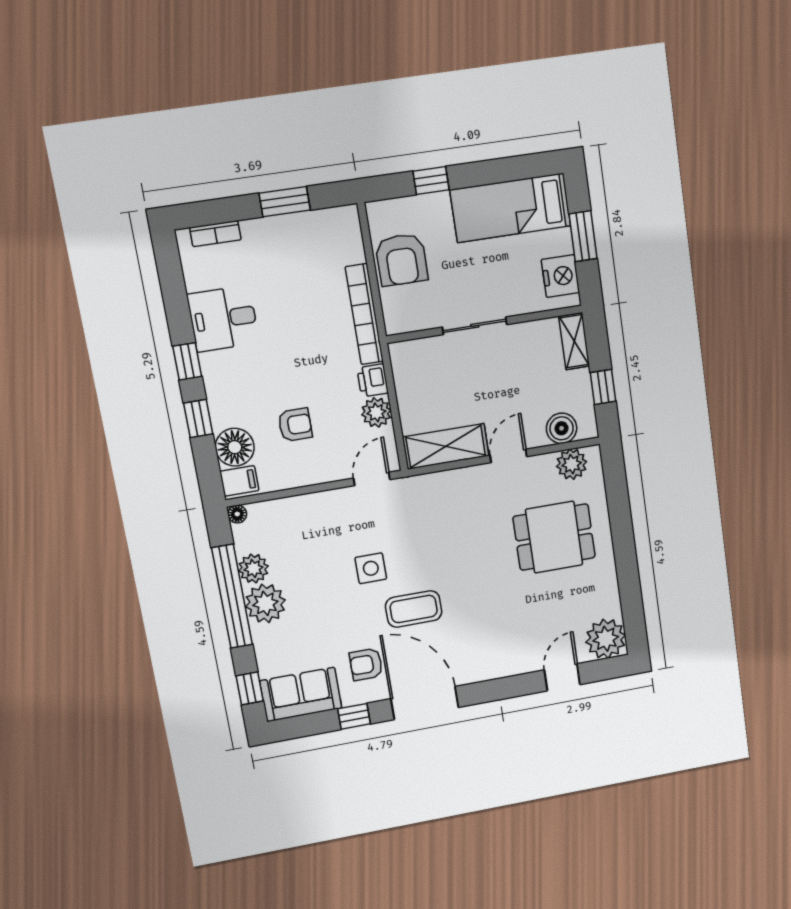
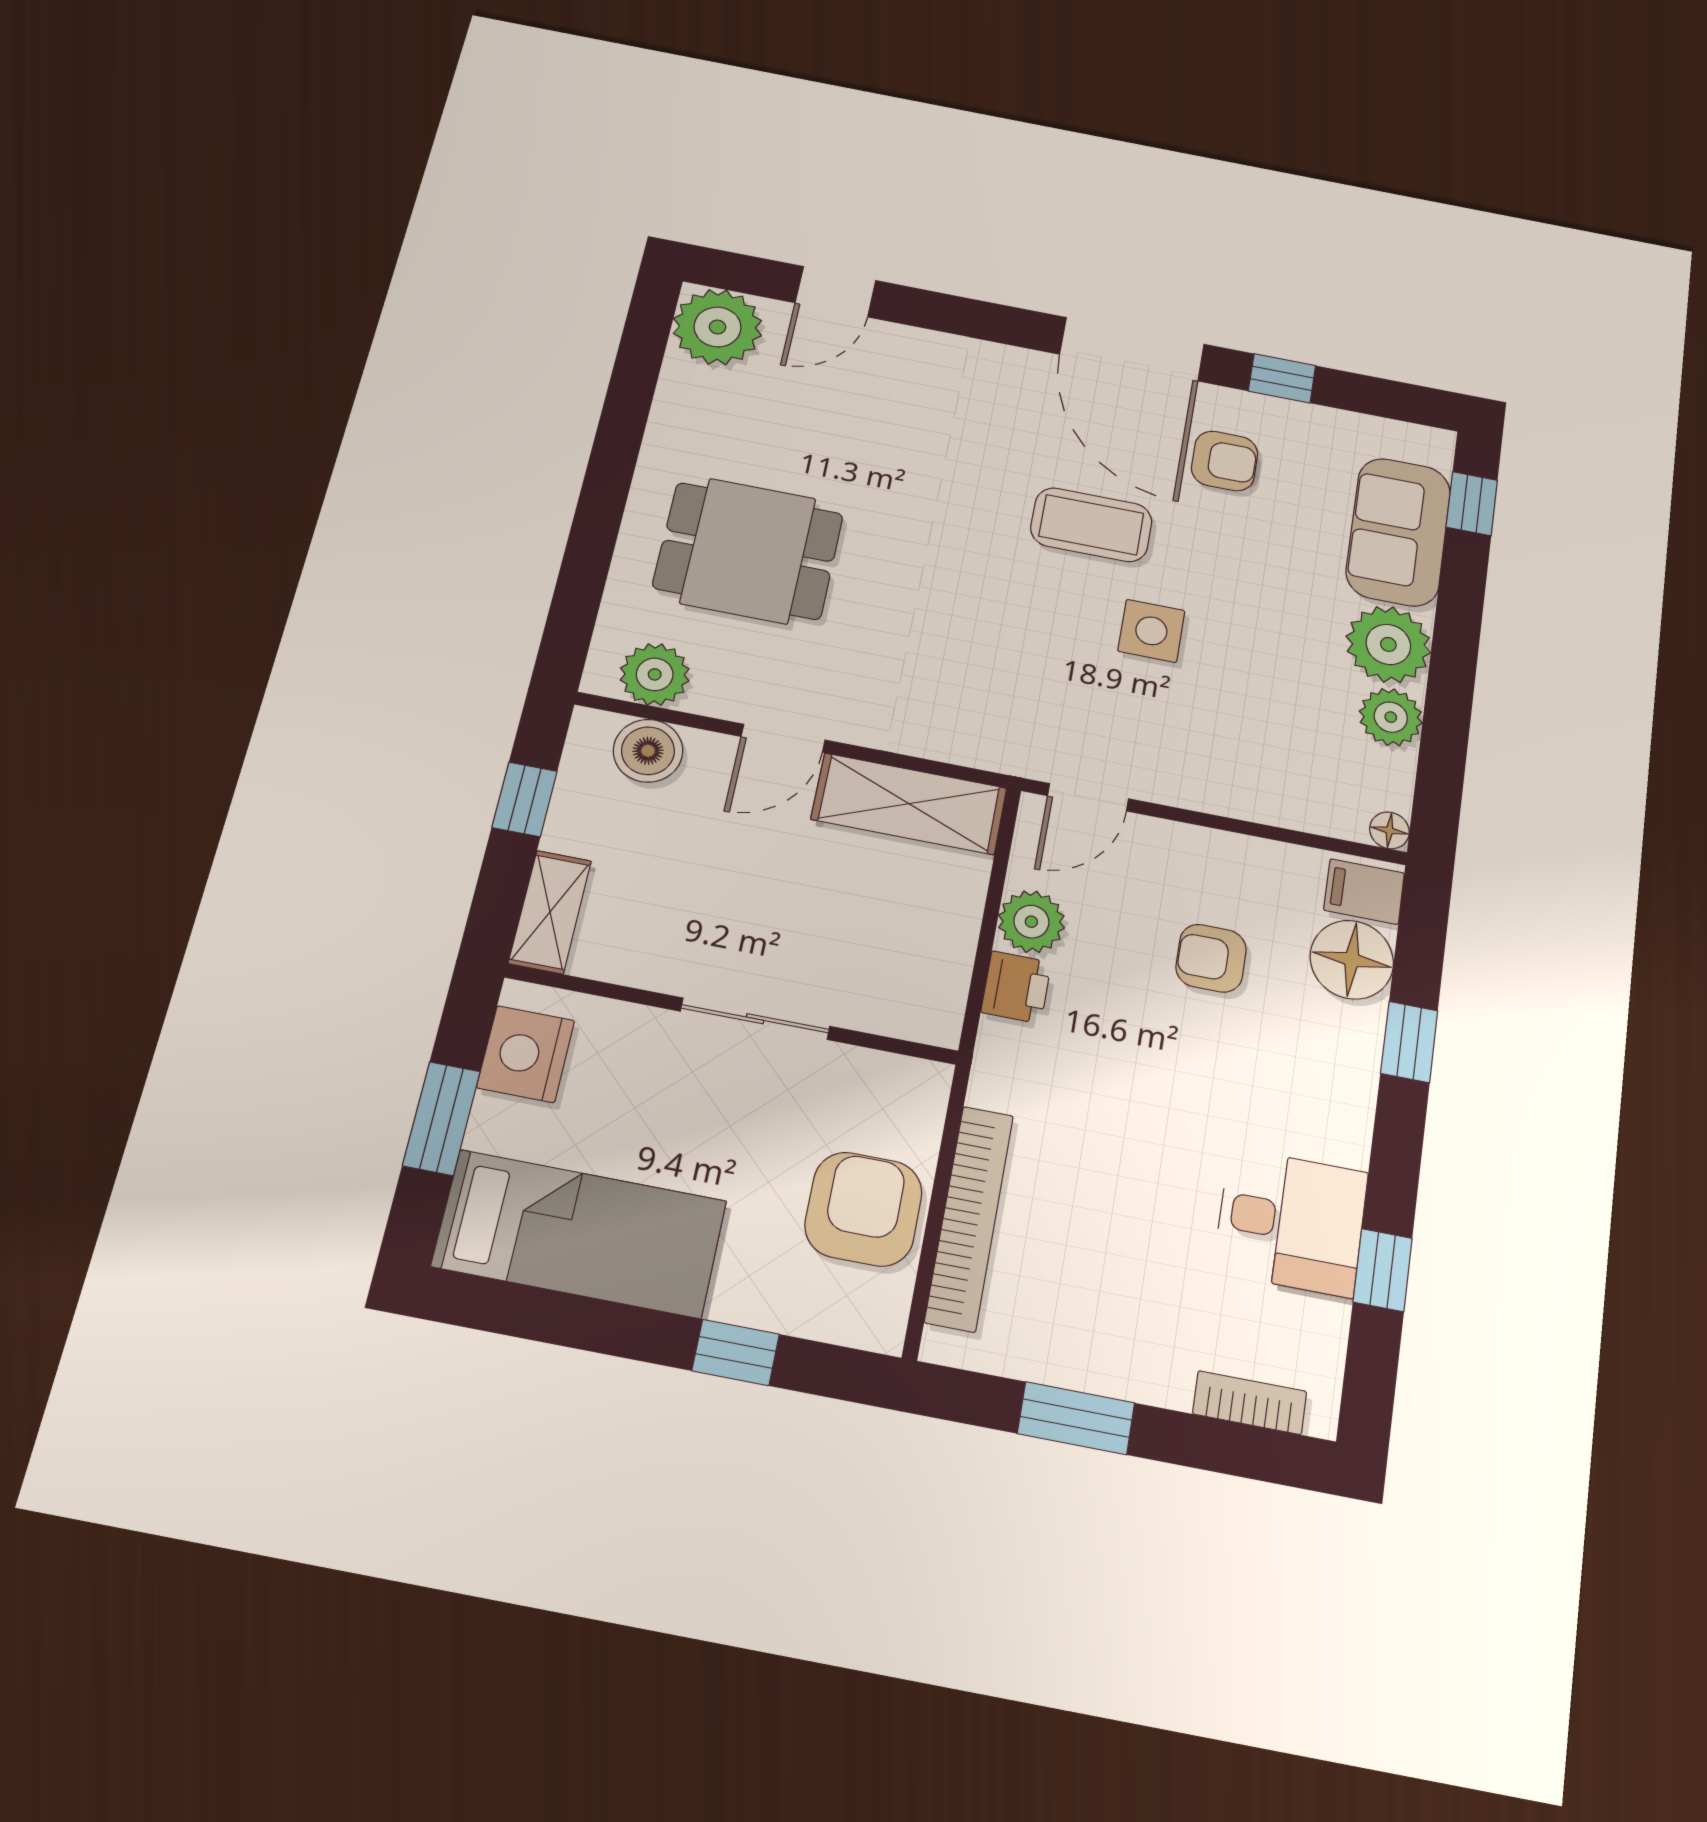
bookcase: (364, 314) -> (969, 1218), moved
window: (187, 361) -> (1383, 1270), moved
window: (232, 596) -> (1451, 682), removed
sofa: (301, 694) -> (1398, 532), moved, turned 90

